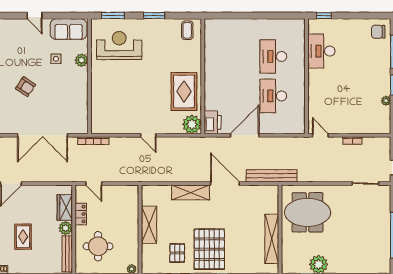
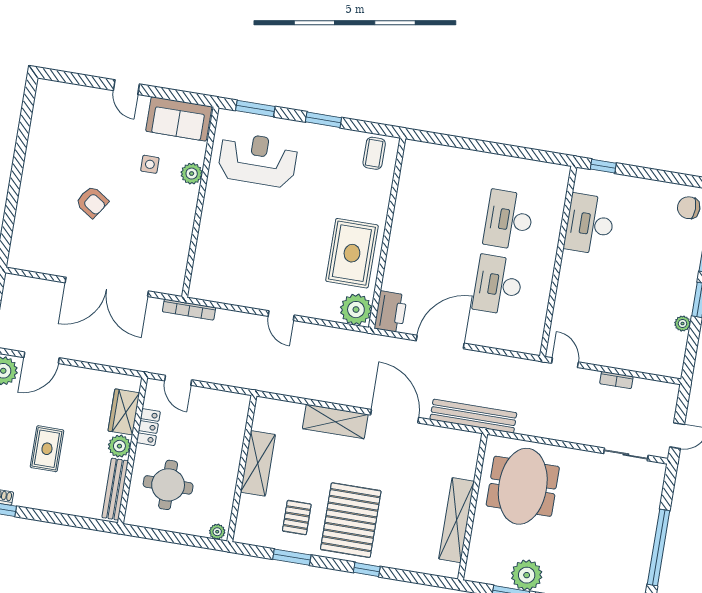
meeting table: (308, 212) -> (523, 486), turned 90

